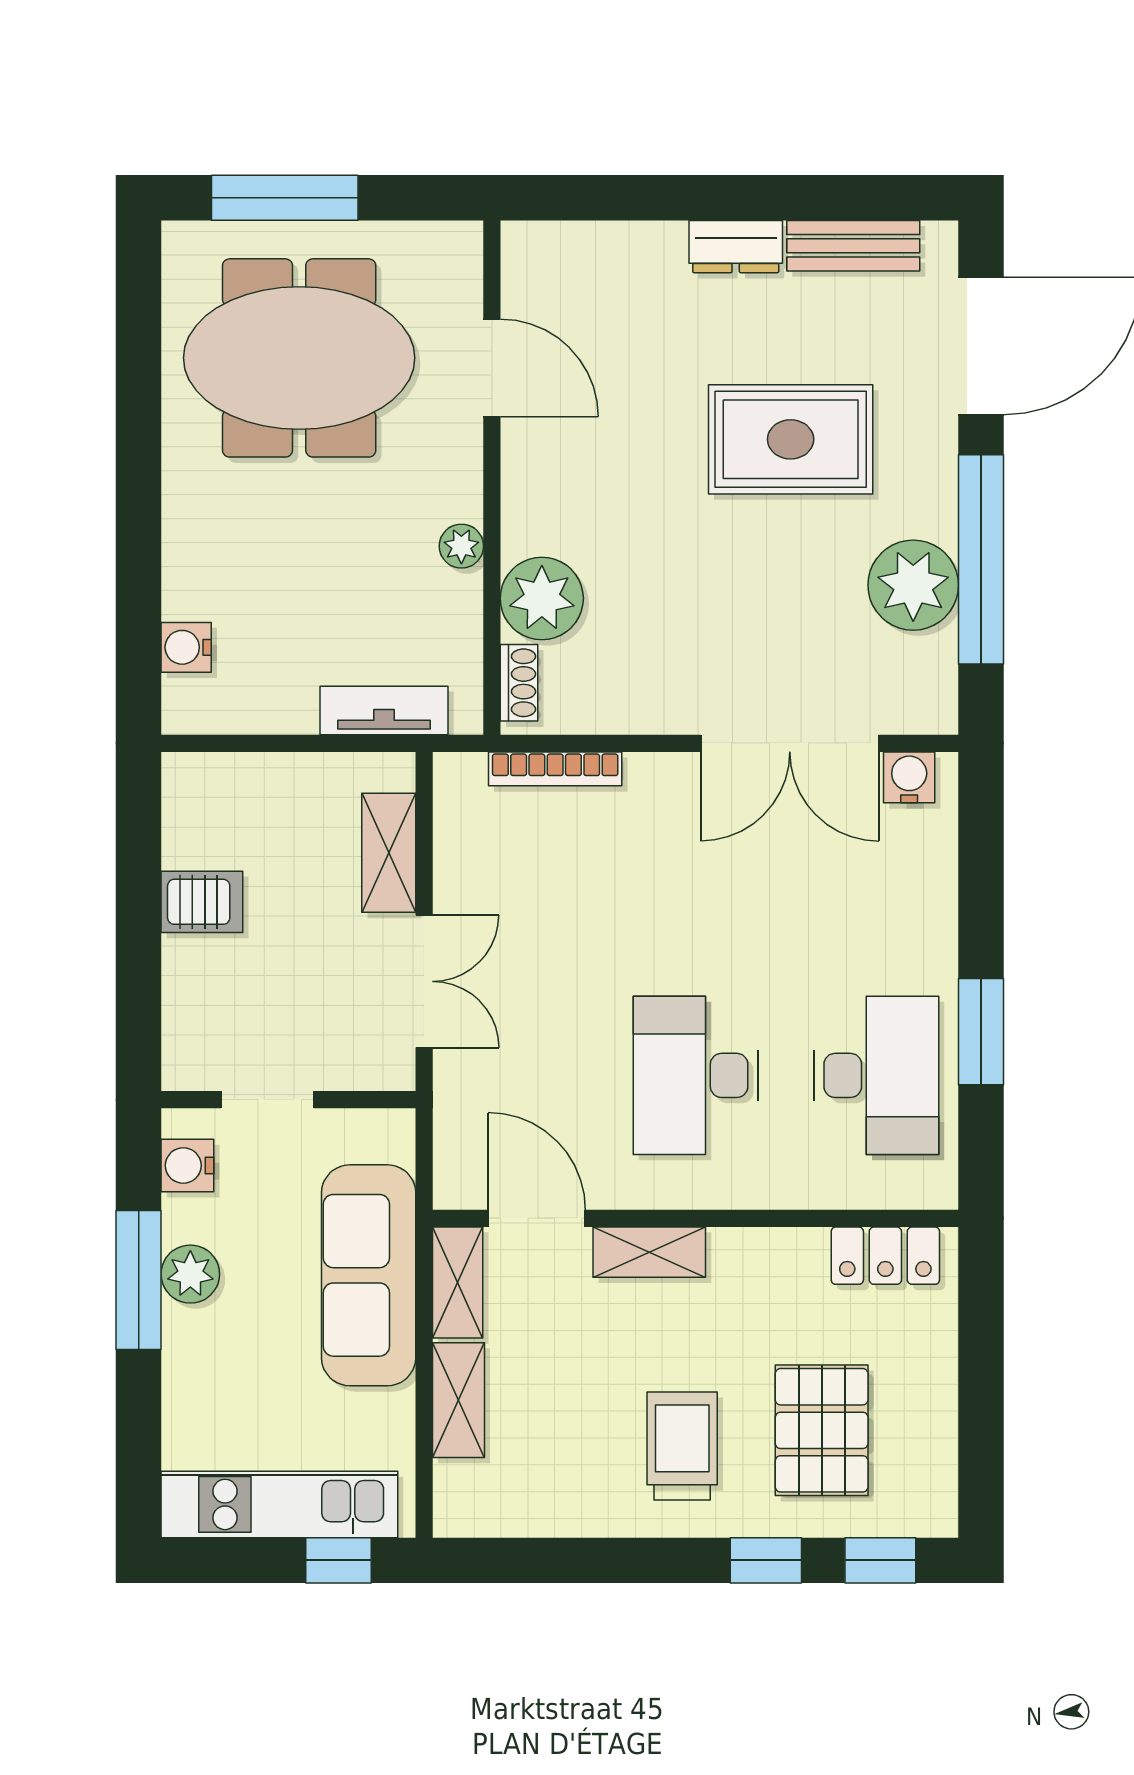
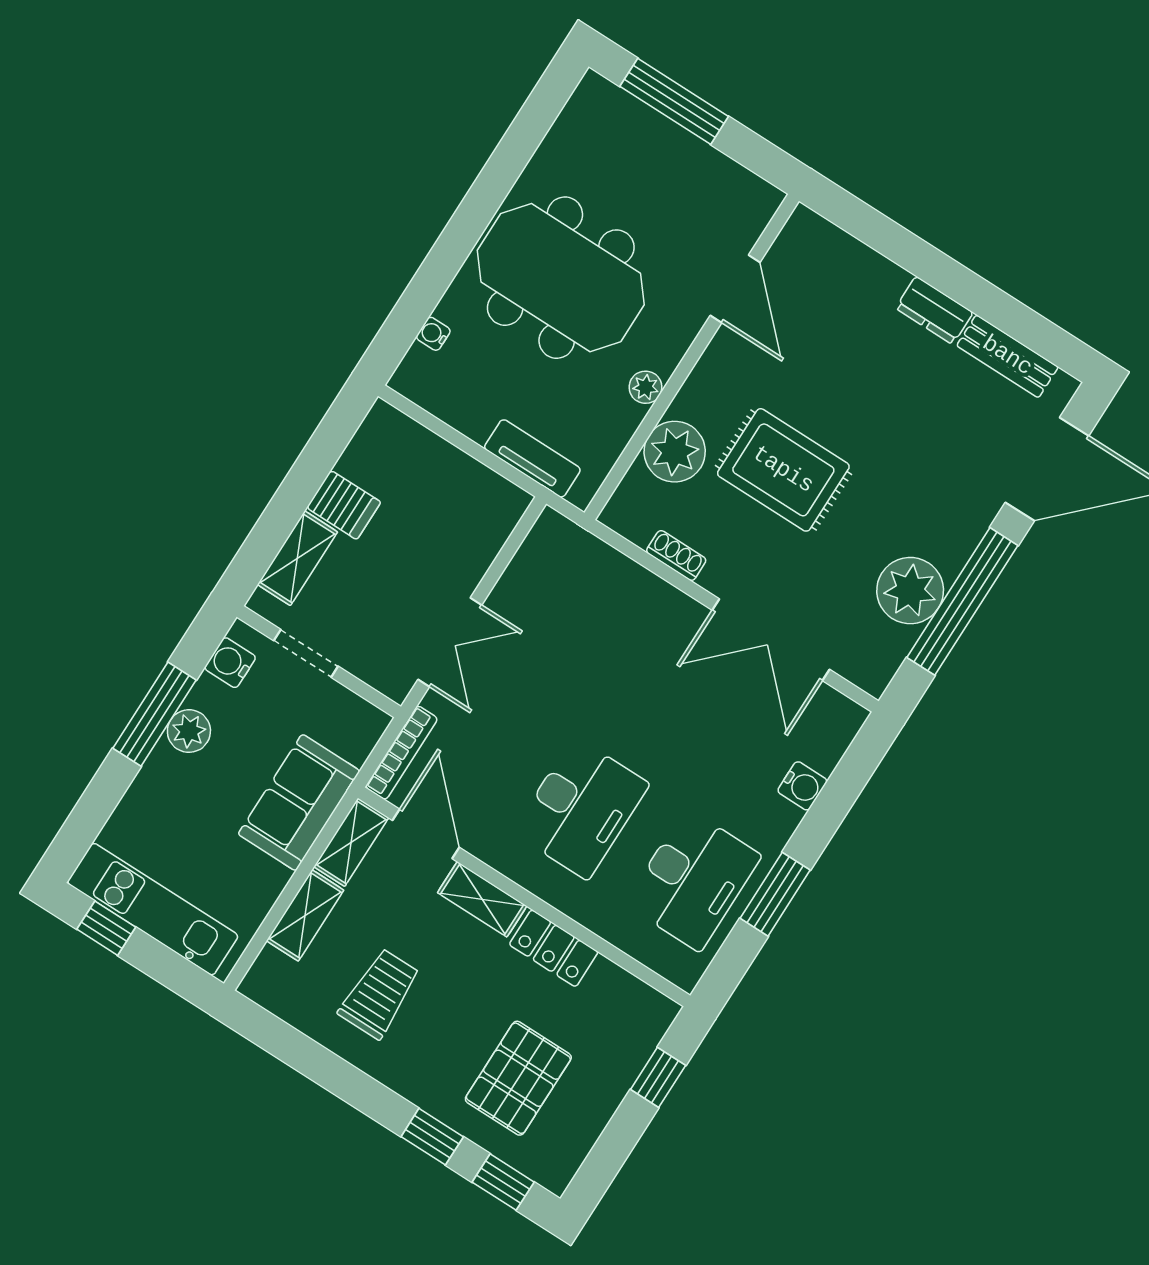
meeting table: (299, 358) -> (561, 278), moved
rug: (791, 439) -> (783, 470), moved
water cooler: (186, 647) -> (433, 334), width x0.72, depth x0.72
shoe rack: (519, 683) -> (676, 555), moved, turned -90
bookcase: (555, 769) -> (402, 753), moved, turned -90
water cooler: (909, 777) -> (802, 786), moved, turned 90
shelving: (389, 853) -> (297, 558), moved
desk: (695, 1075) -> (581, 808), turned 180
locker: (885, 1256) -> (554, 948), moved
sofa: (369, 1275) -> (299, 802), width x0.73
window: (981, 1327) -> (658, 1077), added
trolley: (682, 1446) -> (379, 994), moved
window: (339, 1560) -> (106, 928), moved

